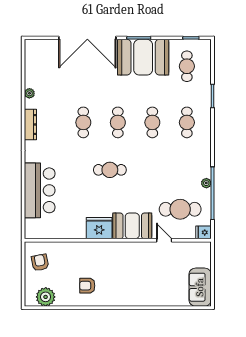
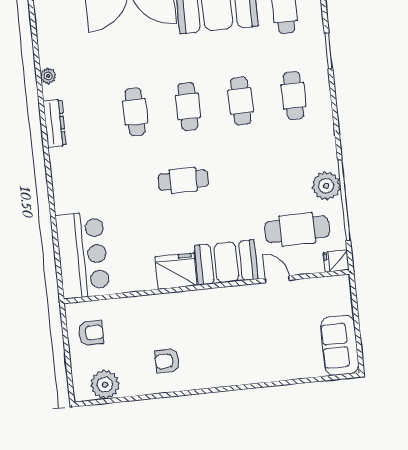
plant: (206, 183) -> (326, 186), width x1.87, depth x1.87
bar counter: (40, 190) -> (83, 255), moved
armchair: (40, 263) -> (91, 333), turned 101

